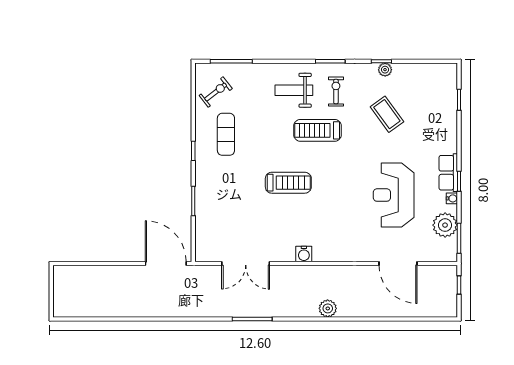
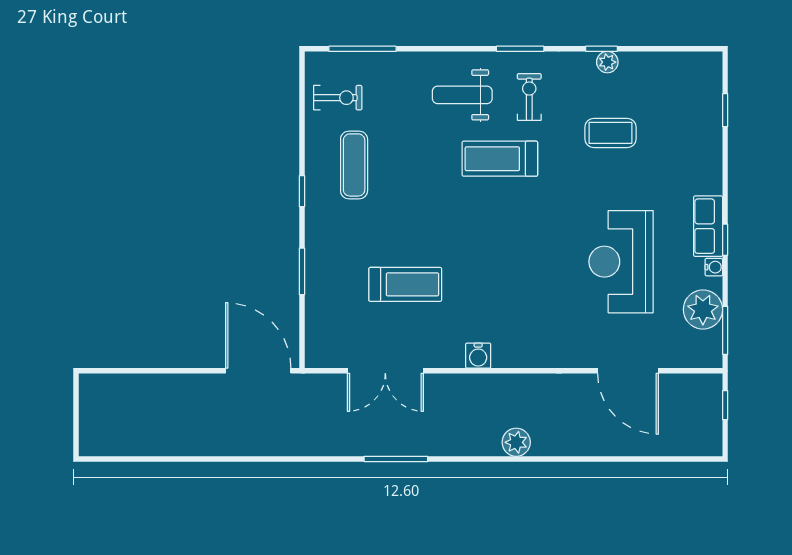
exercise bike: (216, 92) -> (338, 98), turned 38
coffee table: (387, 114) -> (610, 133), turned -54
treadmill: (288, 183) -> (405, 284), moved

